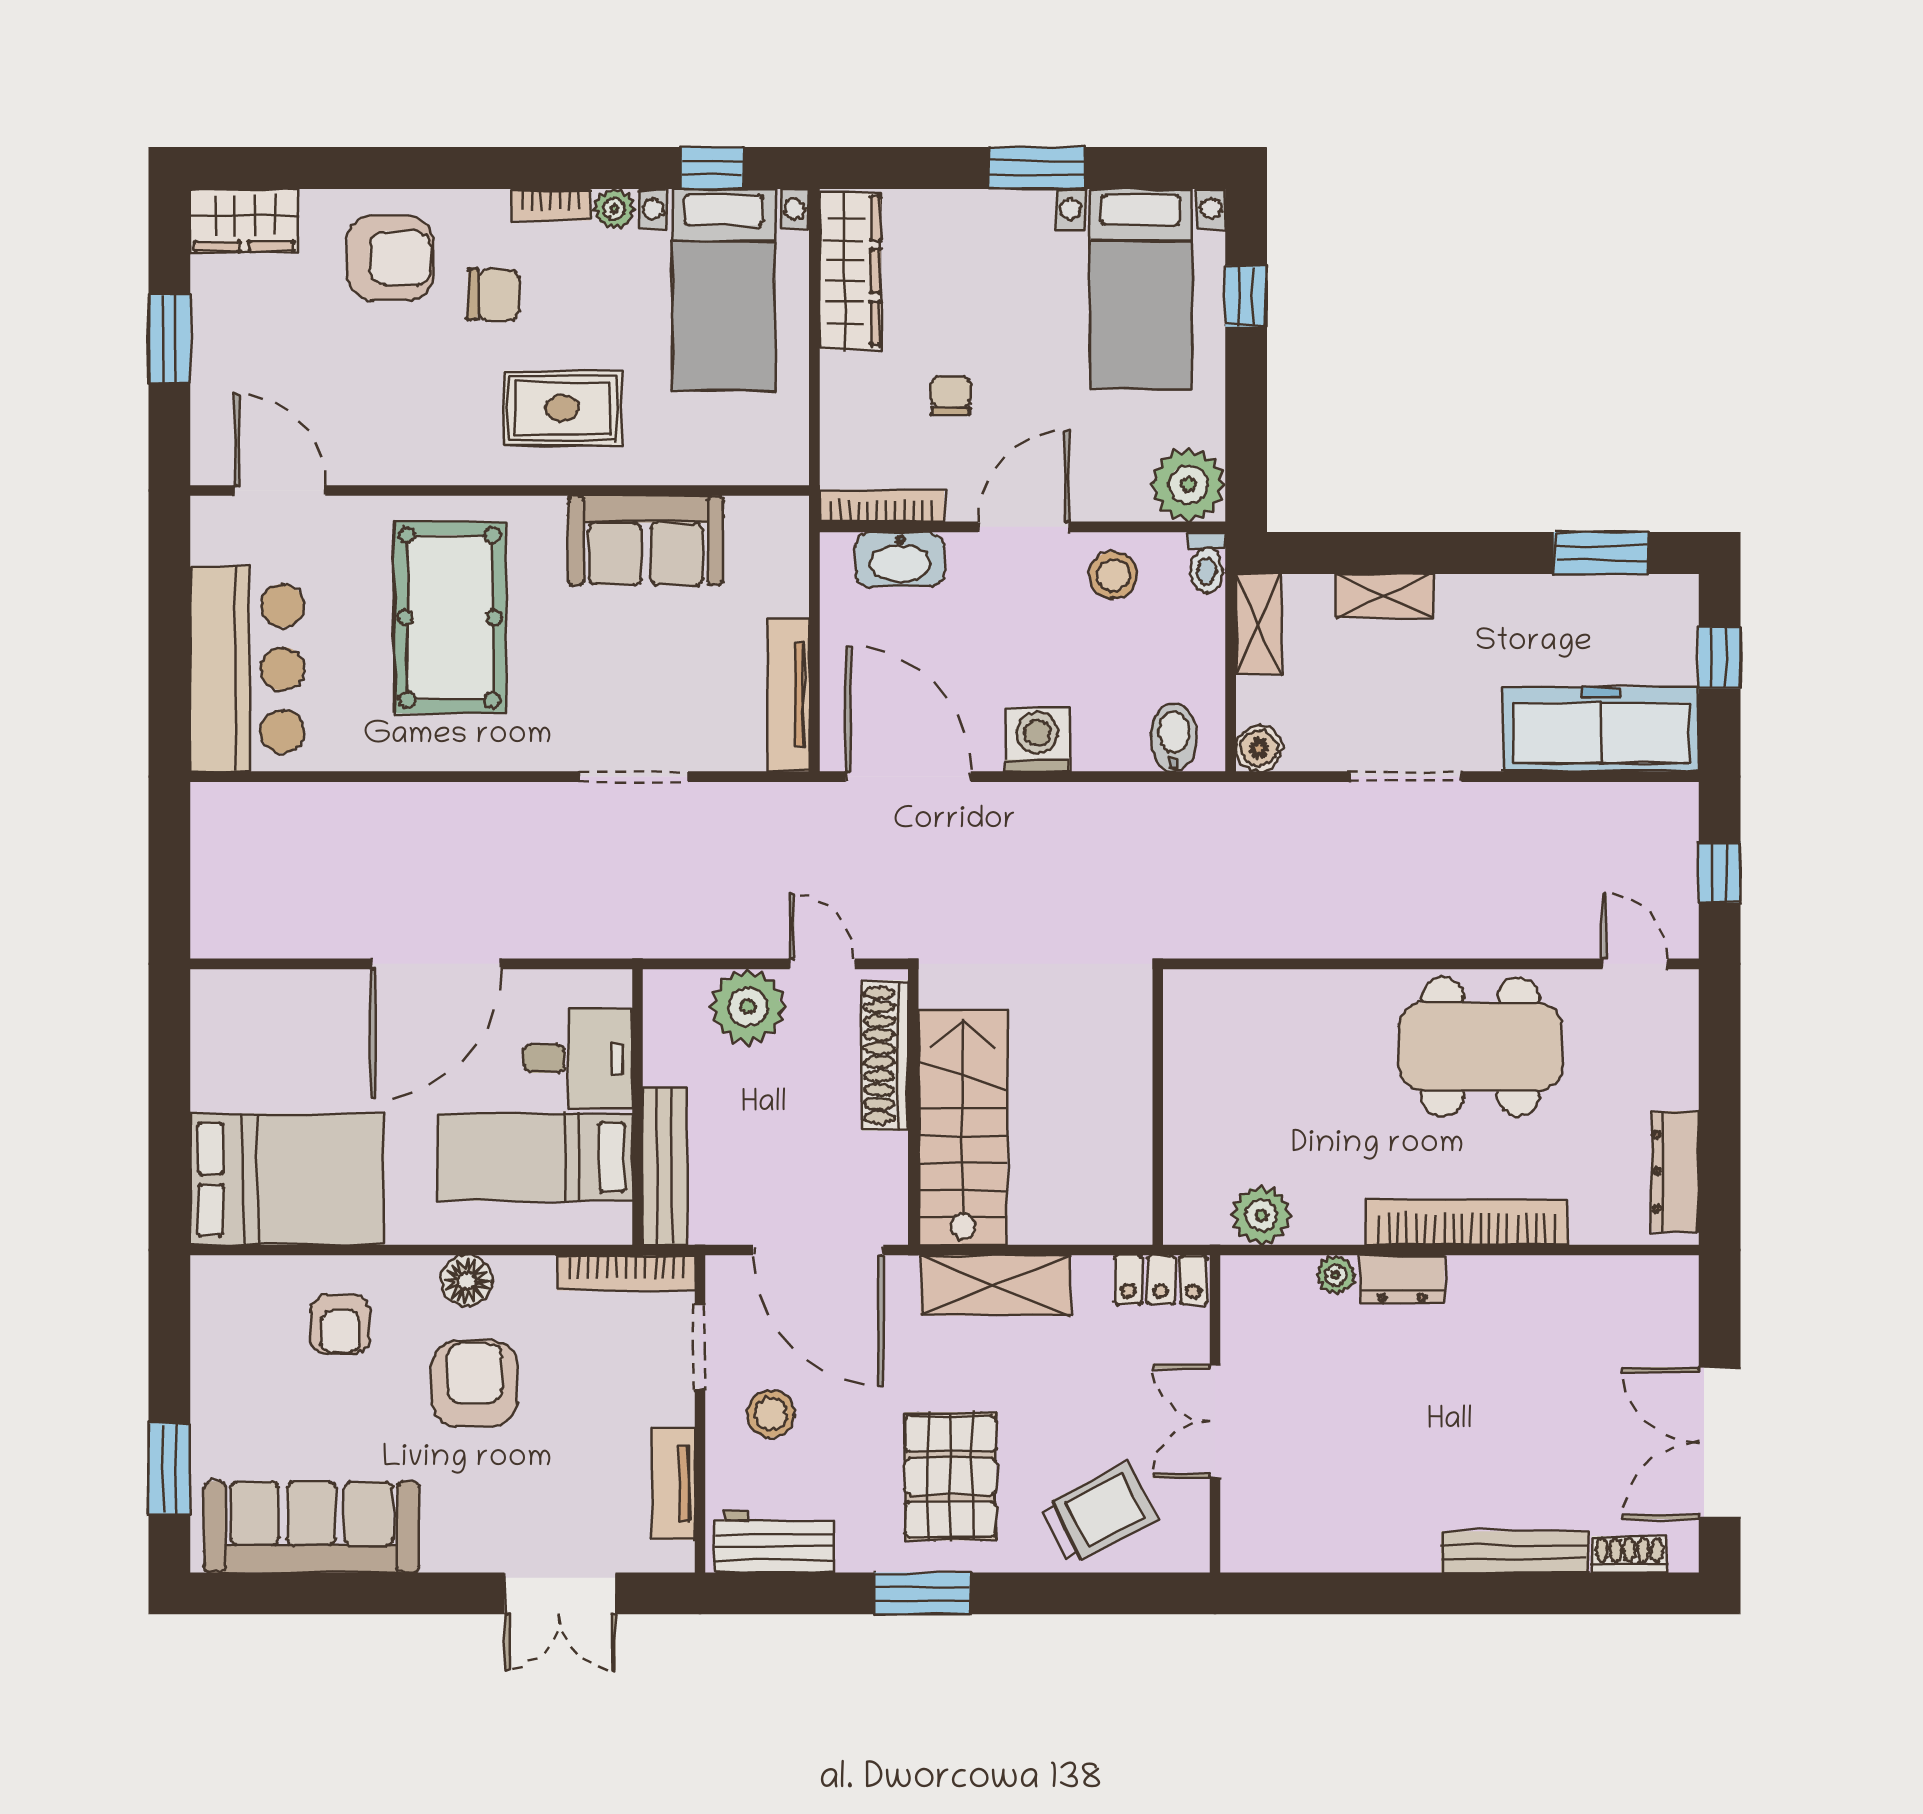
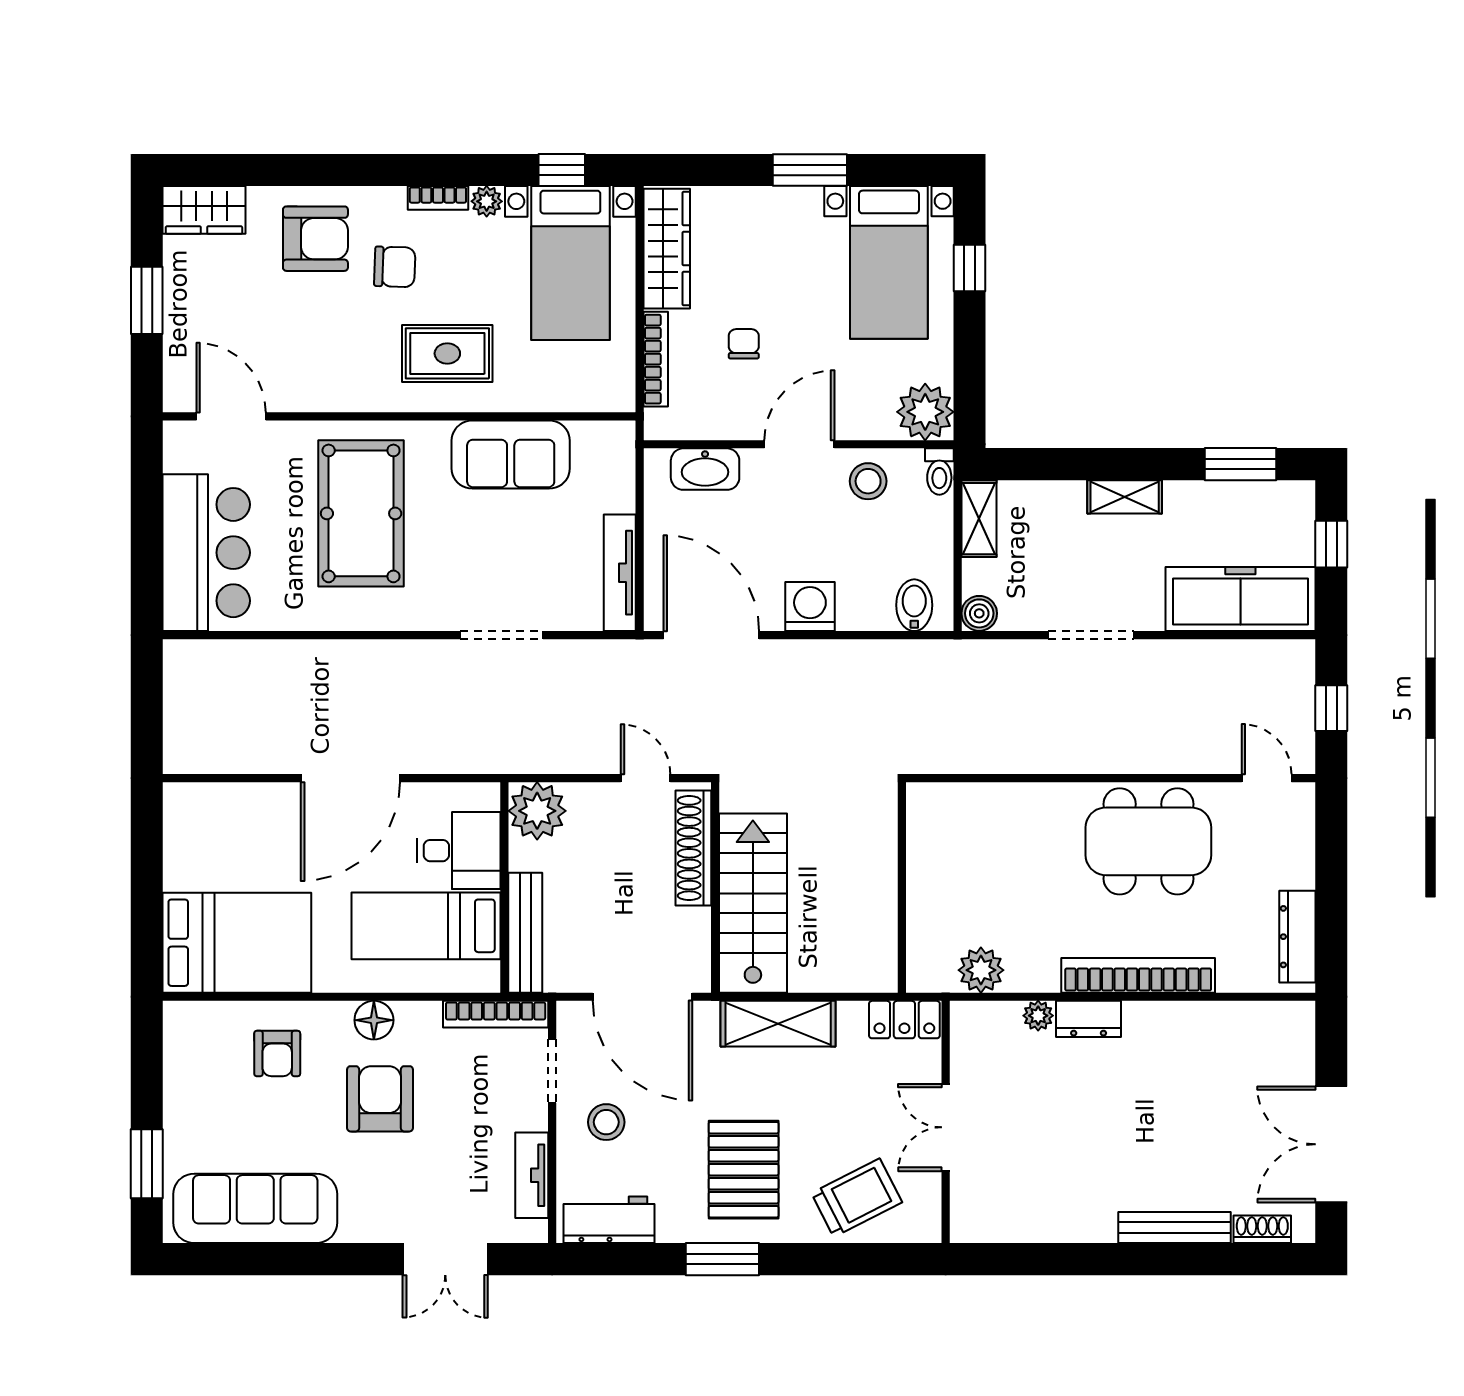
bookcase: (882, 506) -> (656, 359), moved, turned 90
shelving: (1385, 596) -> (1125, 497), moved
plant: (748, 1007) -> (537, 811), moved

